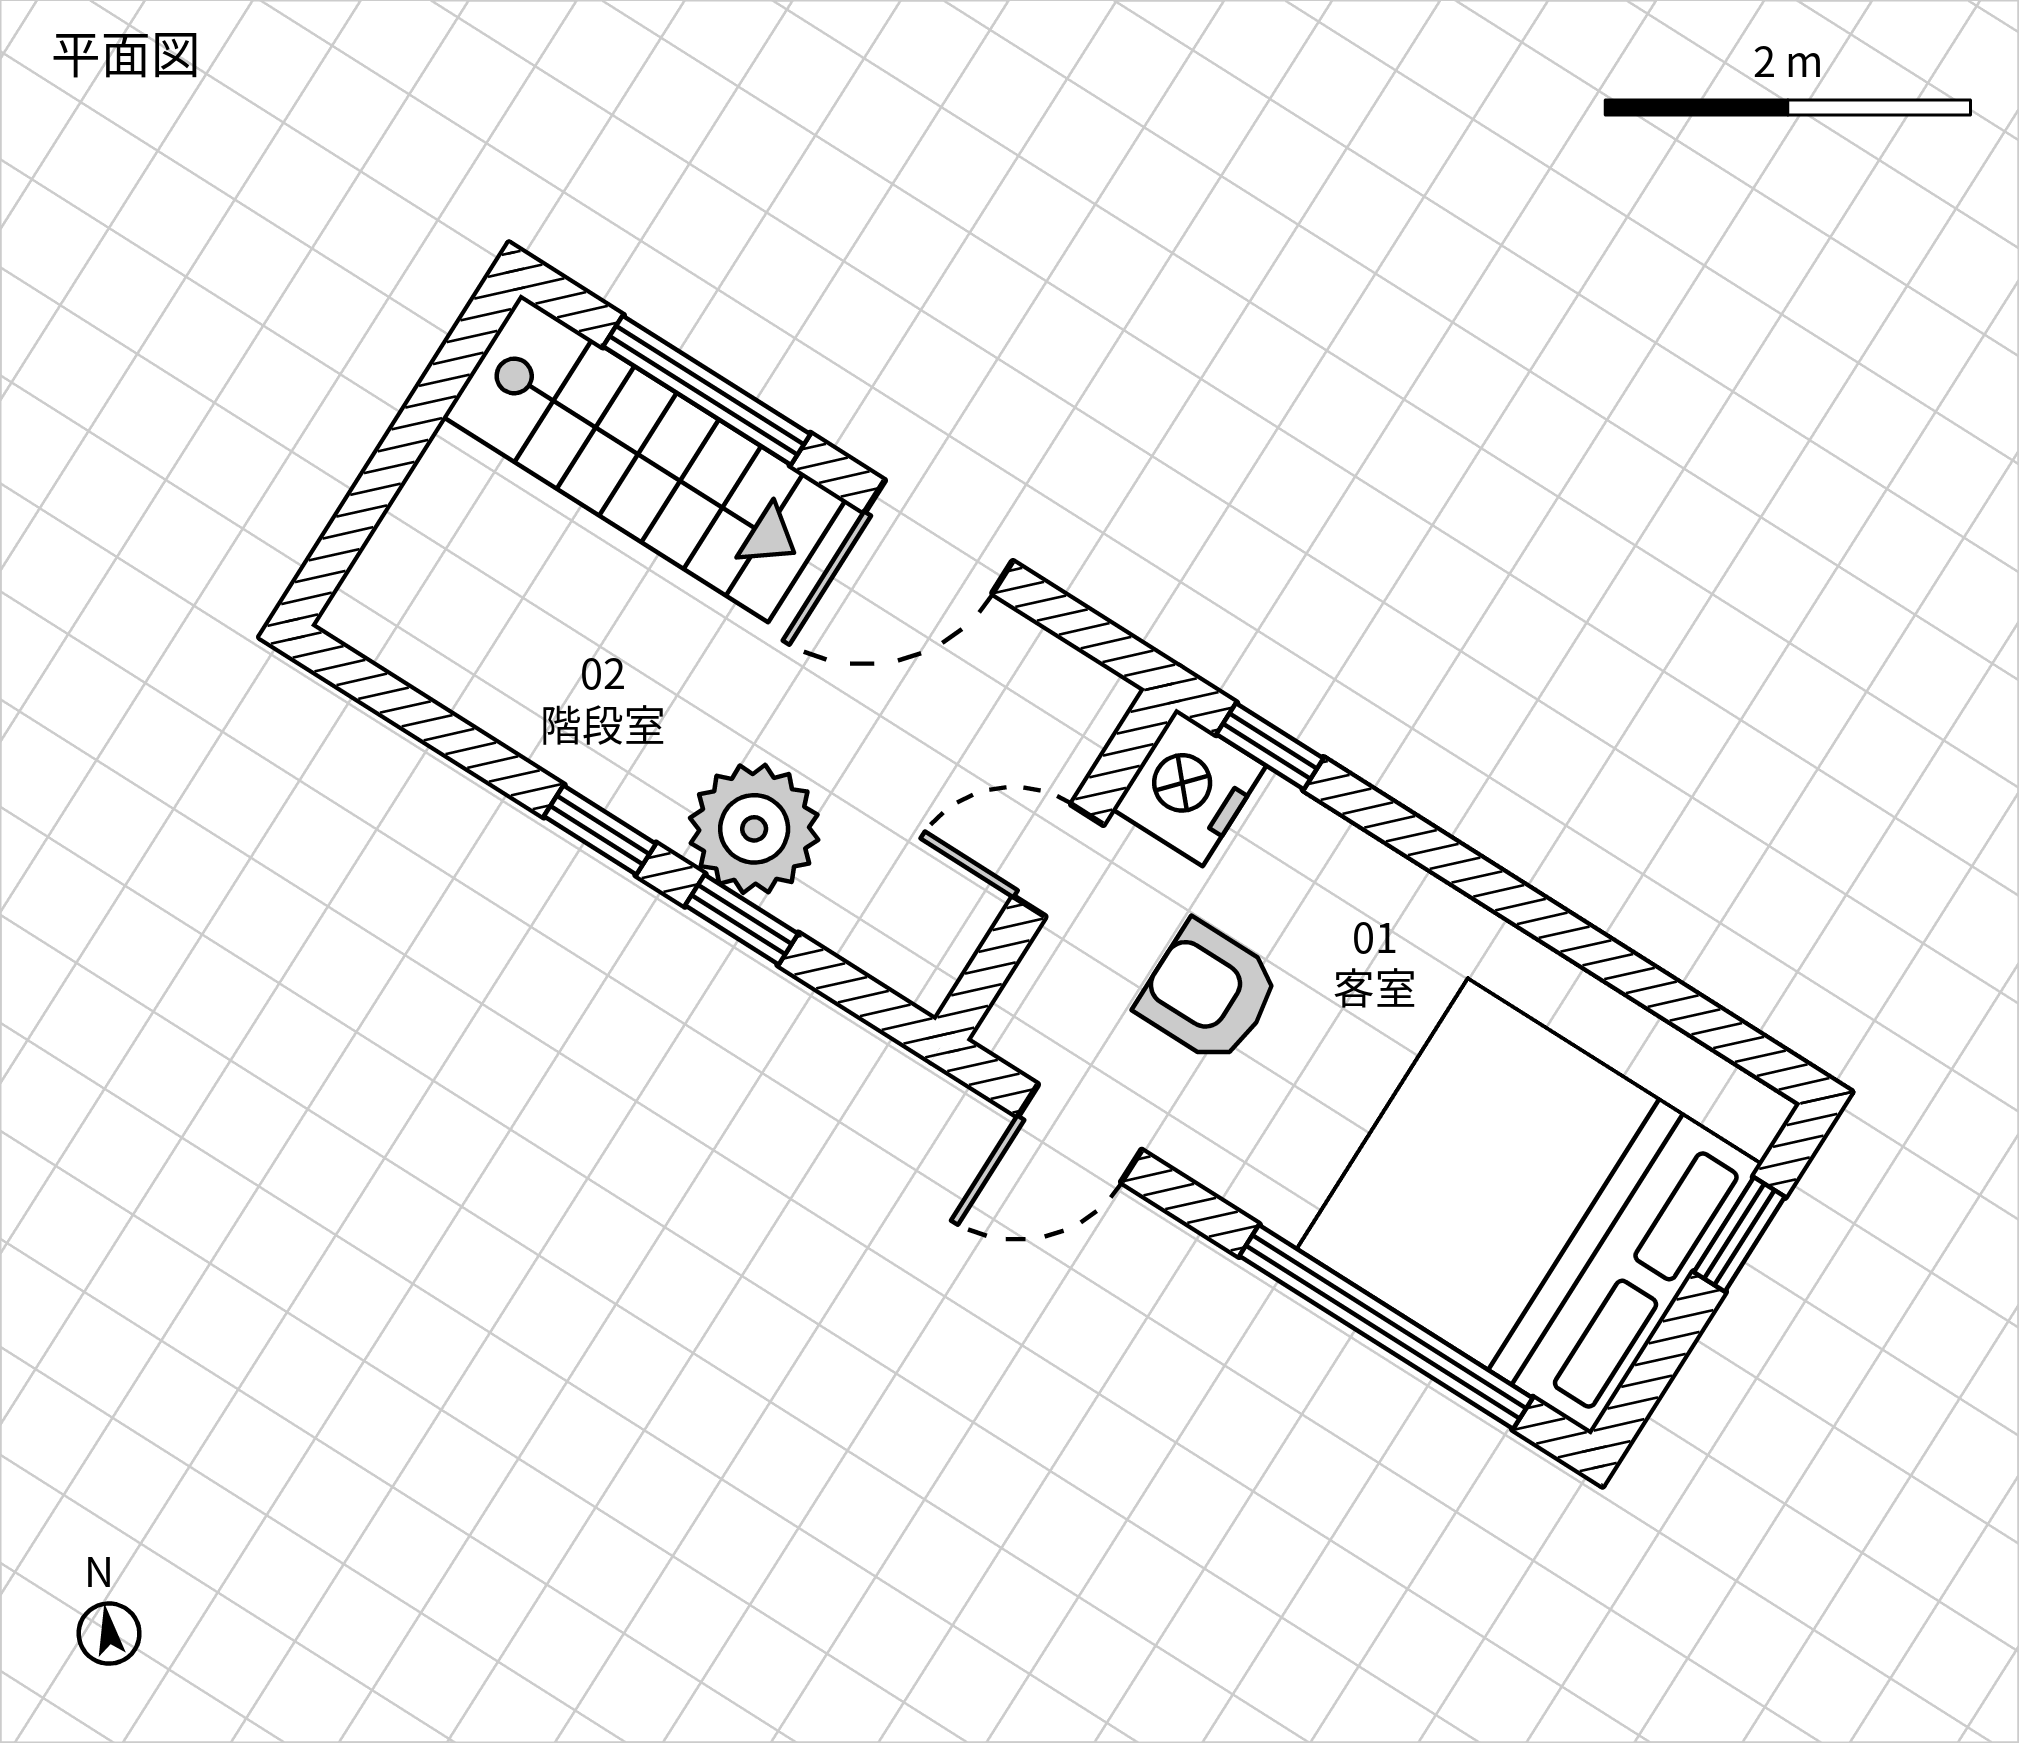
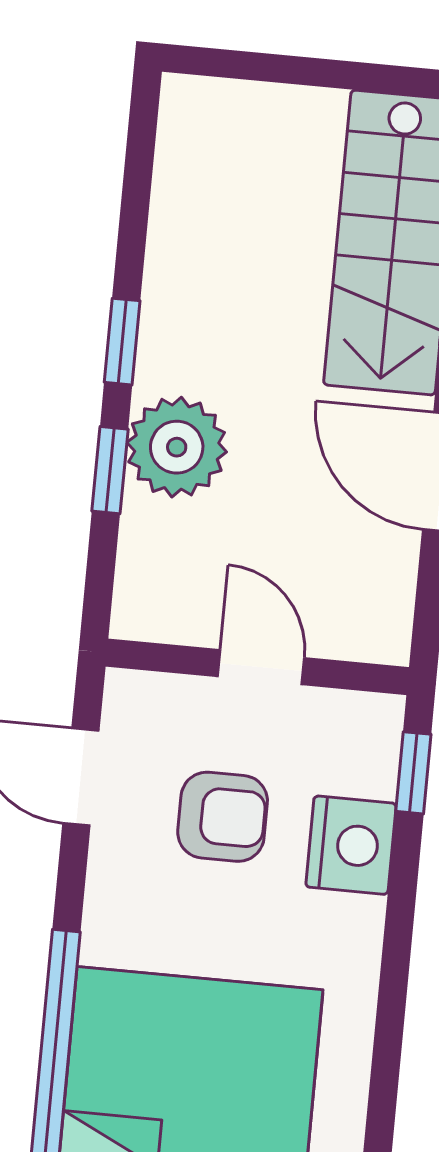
nightstand: (1189, 787) -> (351, 845), moved, turned 90
armchair: (1209, 993) -> (223, 817), turned 90

